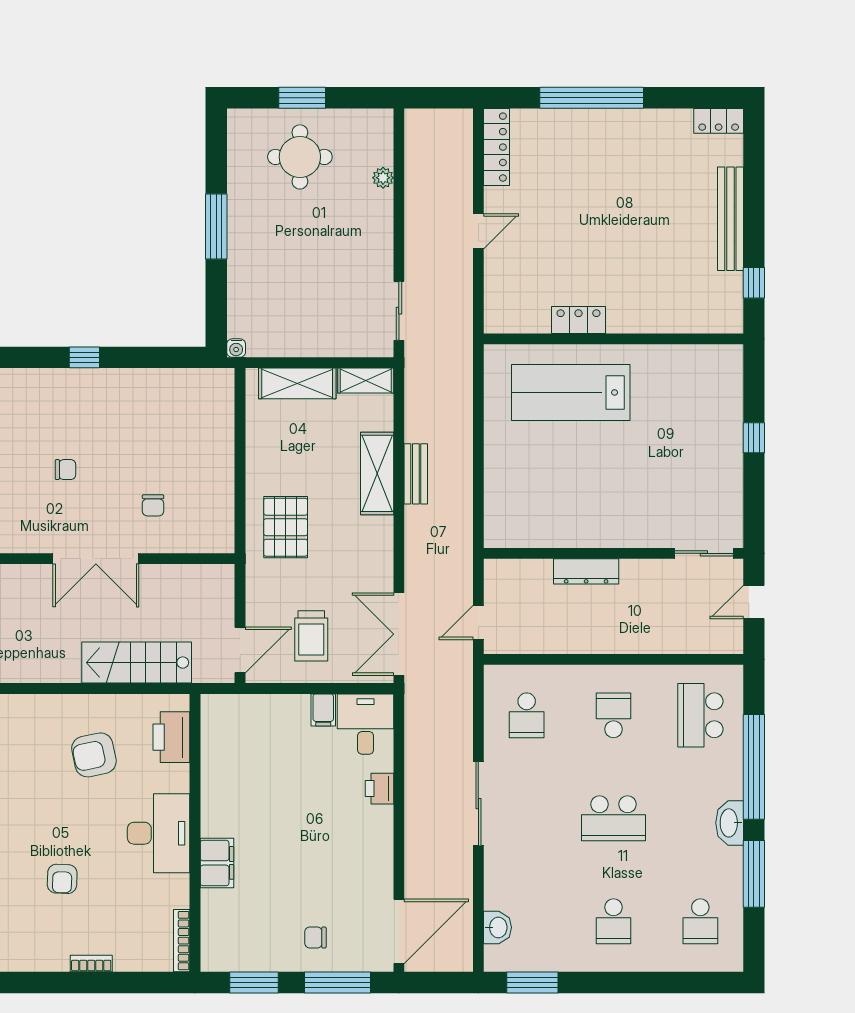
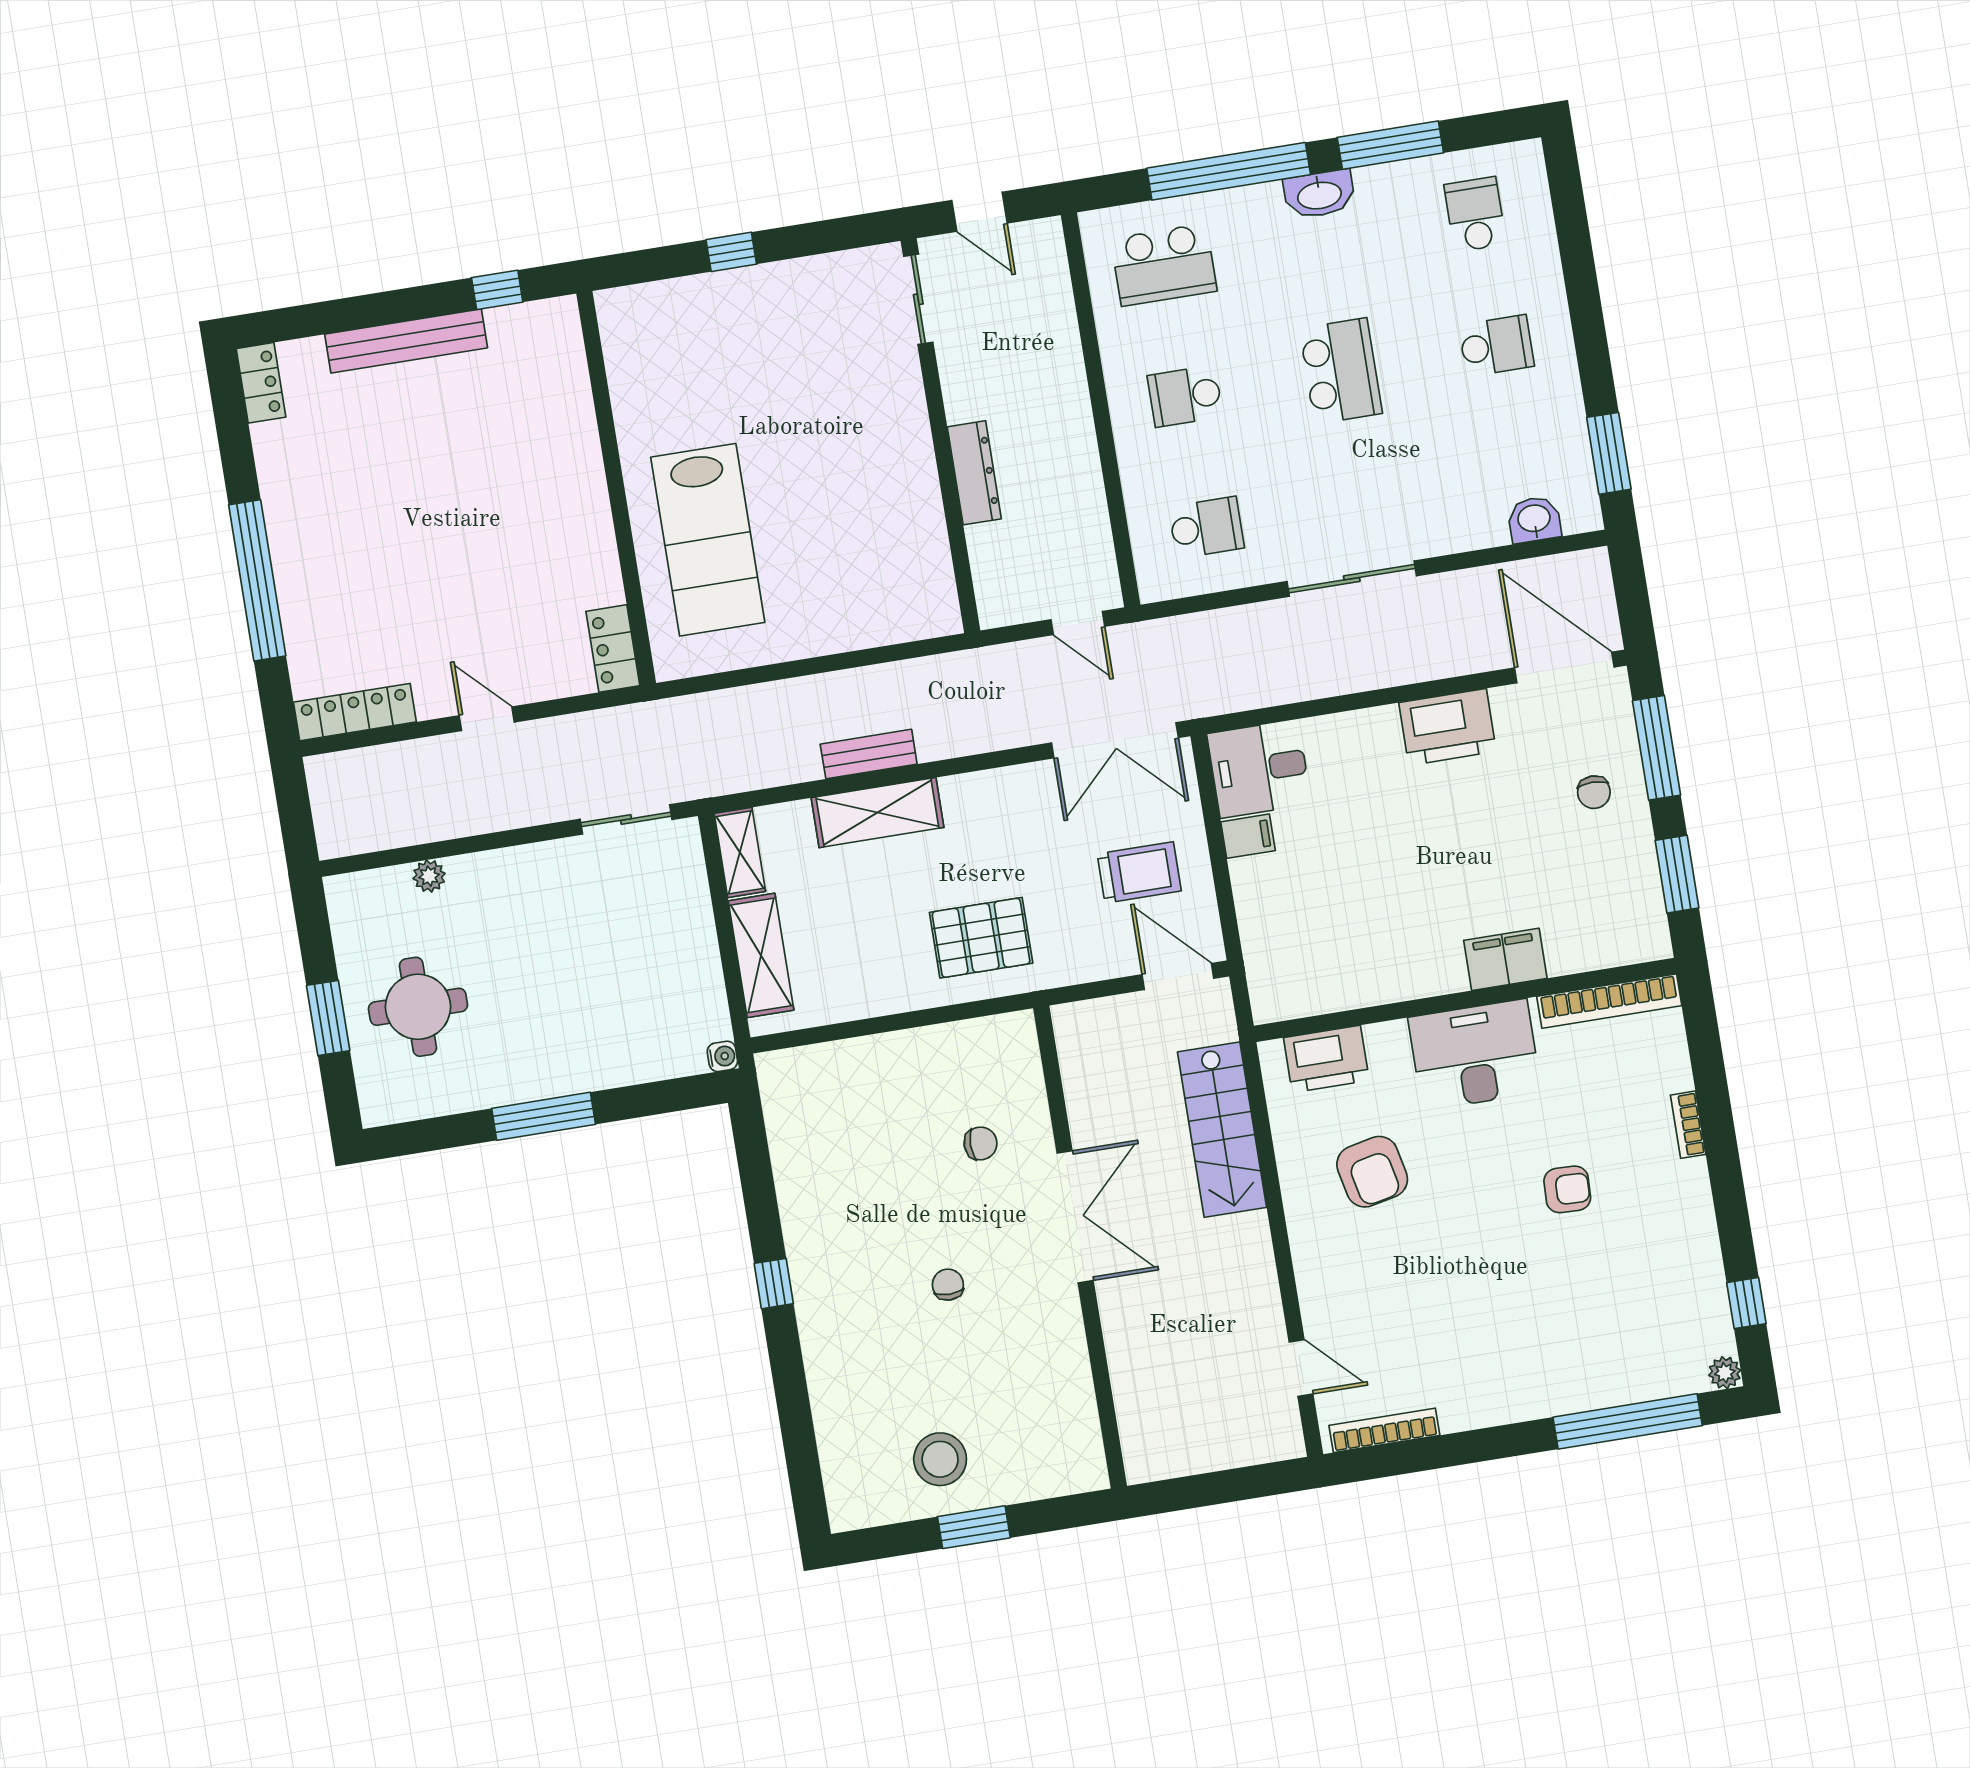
locker: (578, 320) -> (613, 649), moved
printer: (380, 789) -> (1448, 727), moved, width x1.87, depth x1.48
school desk: (700, 921) -> (1475, 214), turned -90
bookcase: (182, 941) -> (1609, 1001), width x1.48, depth x1.31

